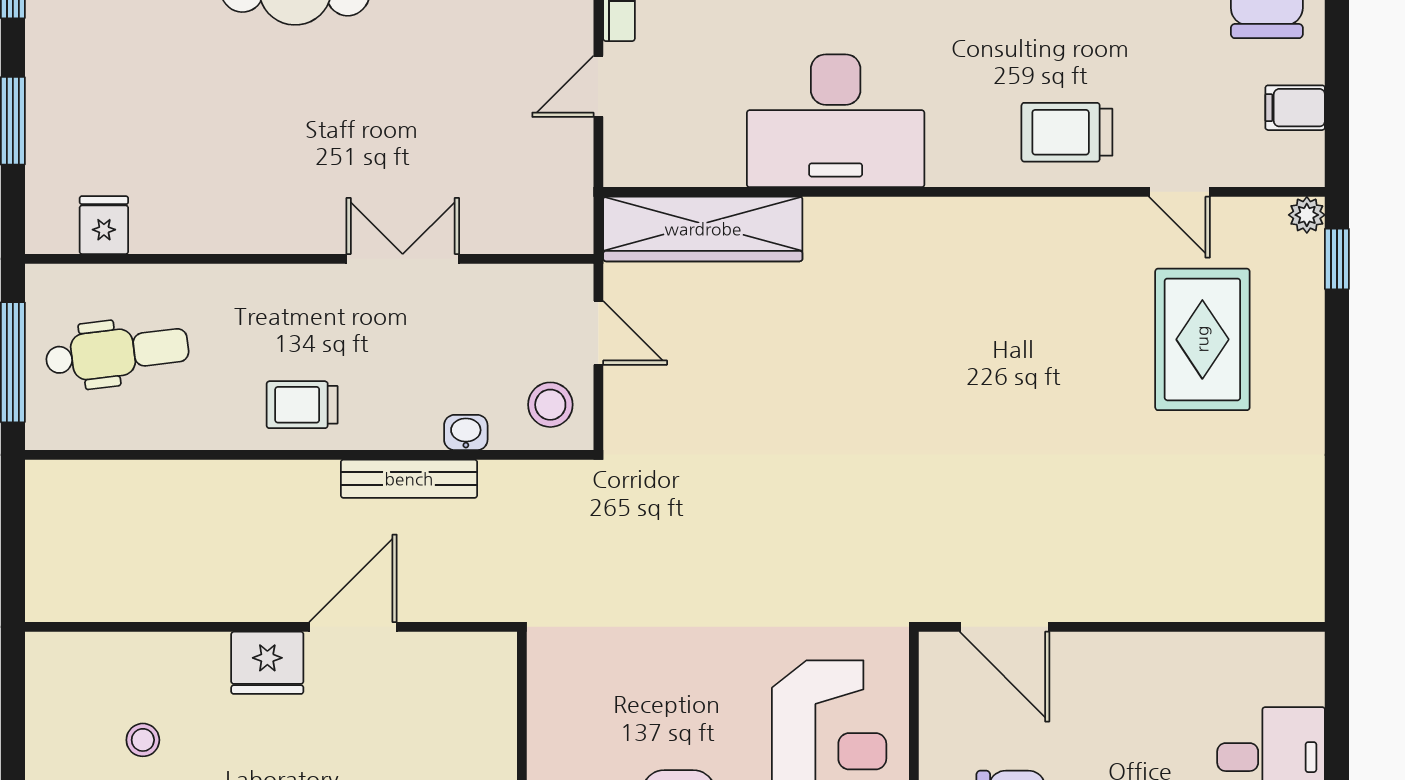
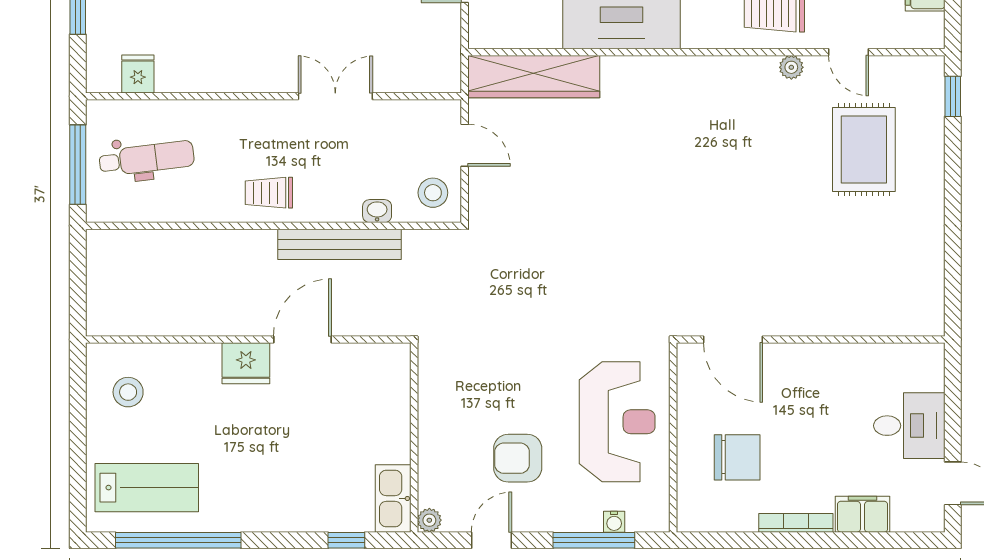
plant: (1307, 215) -> (791, 67), moved
bench: (409, 479) -> (339, 244), width x1.37, depth x1.21
stool: (143, 740) -> (128, 392), moved, width x1.37, depth x1.37

